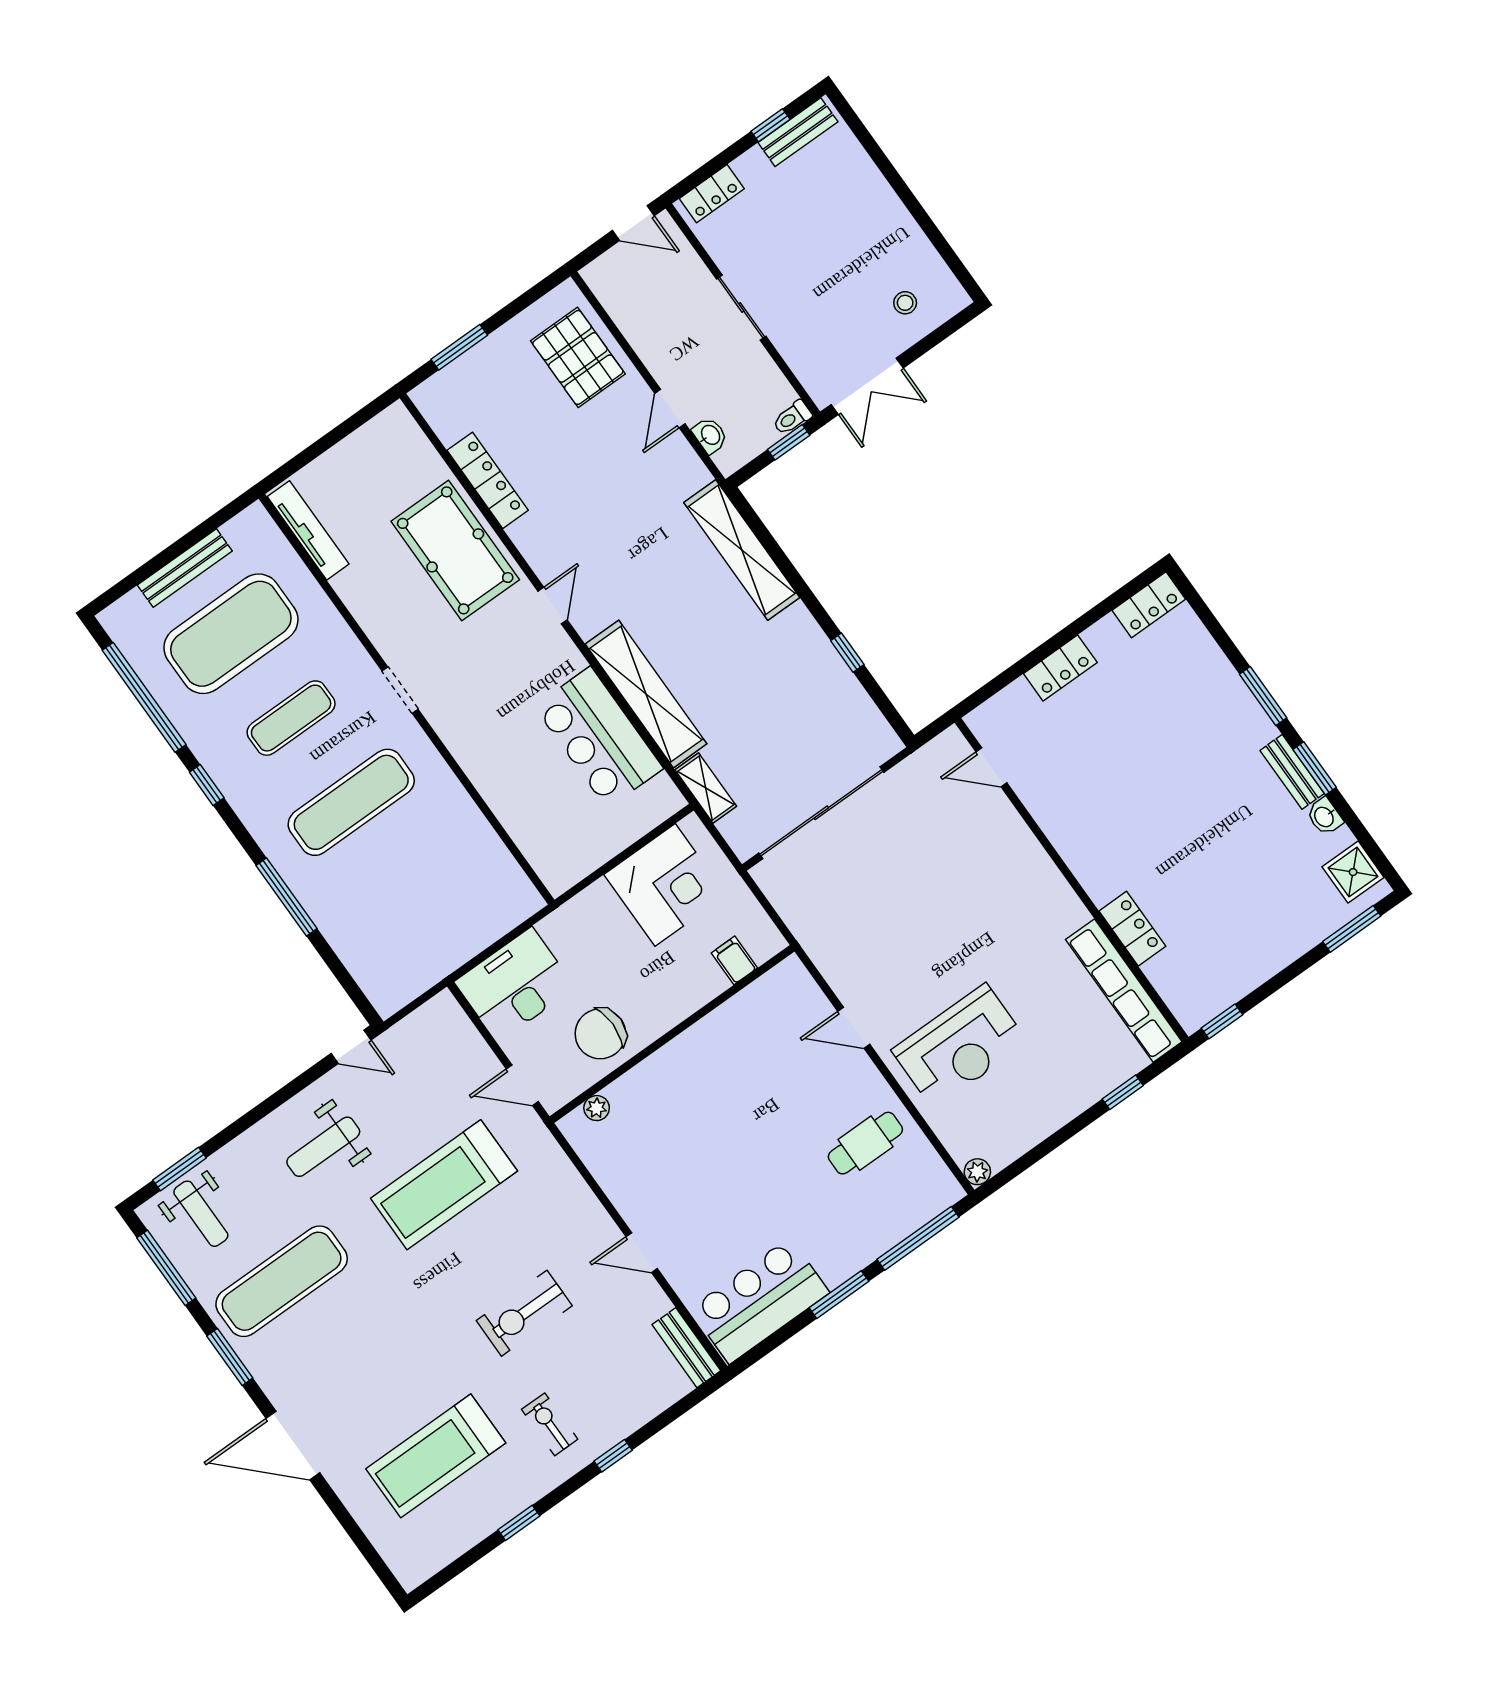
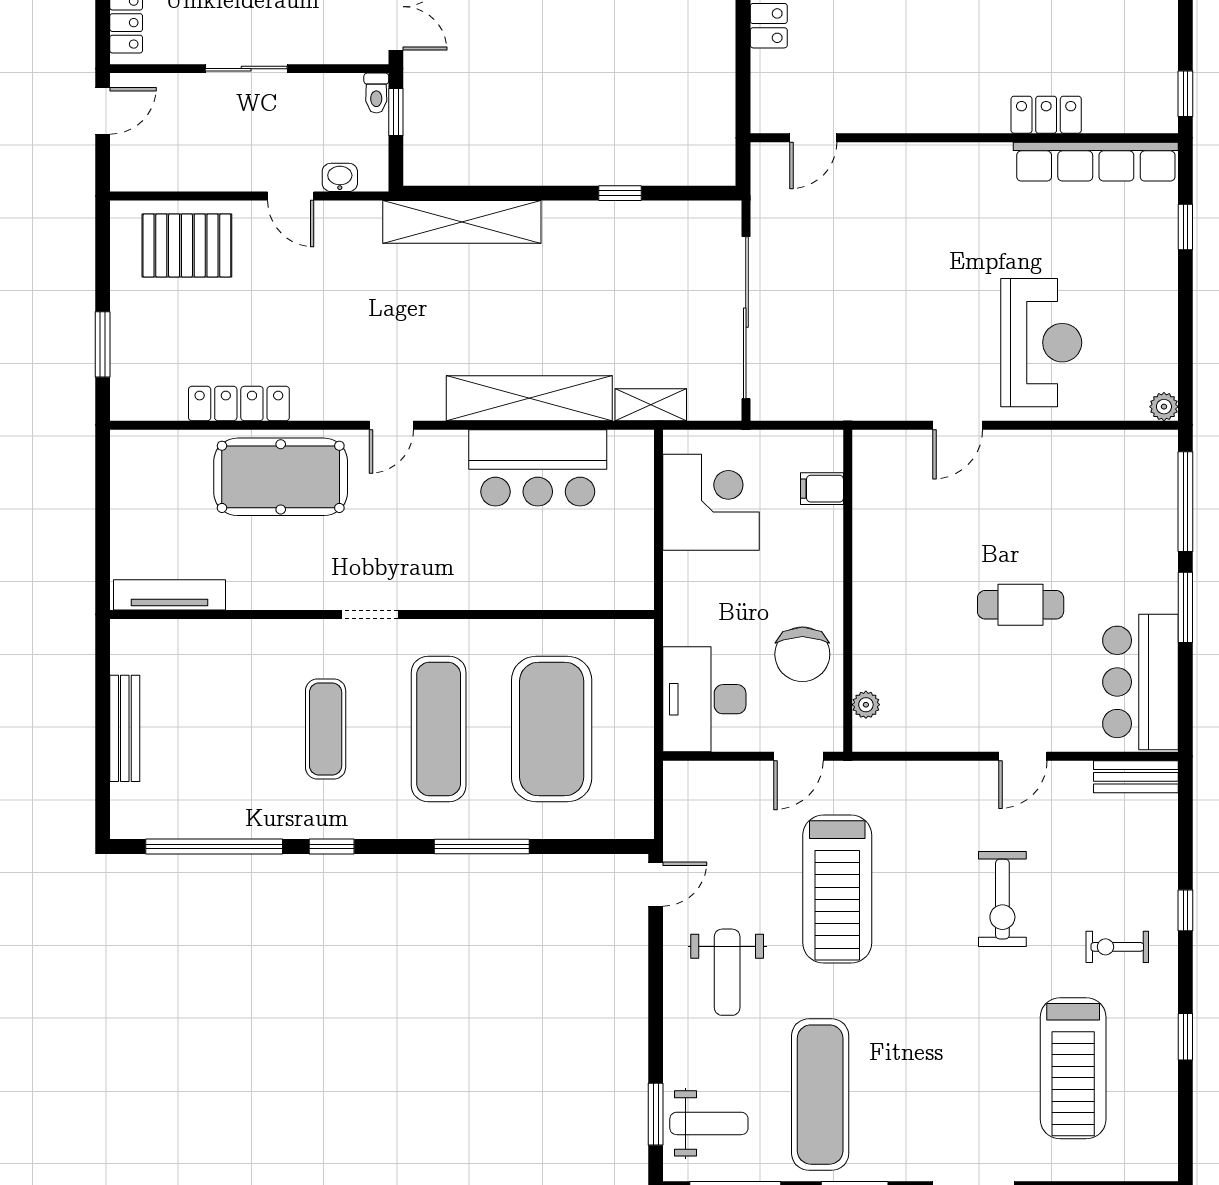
door: (553, 606) -> (391, 425), swing flipped
exercise mat: (231, 634) -> (552, 729), moved
cafe table: (865, 1143) -> (1021, 605), moved, turned 90

